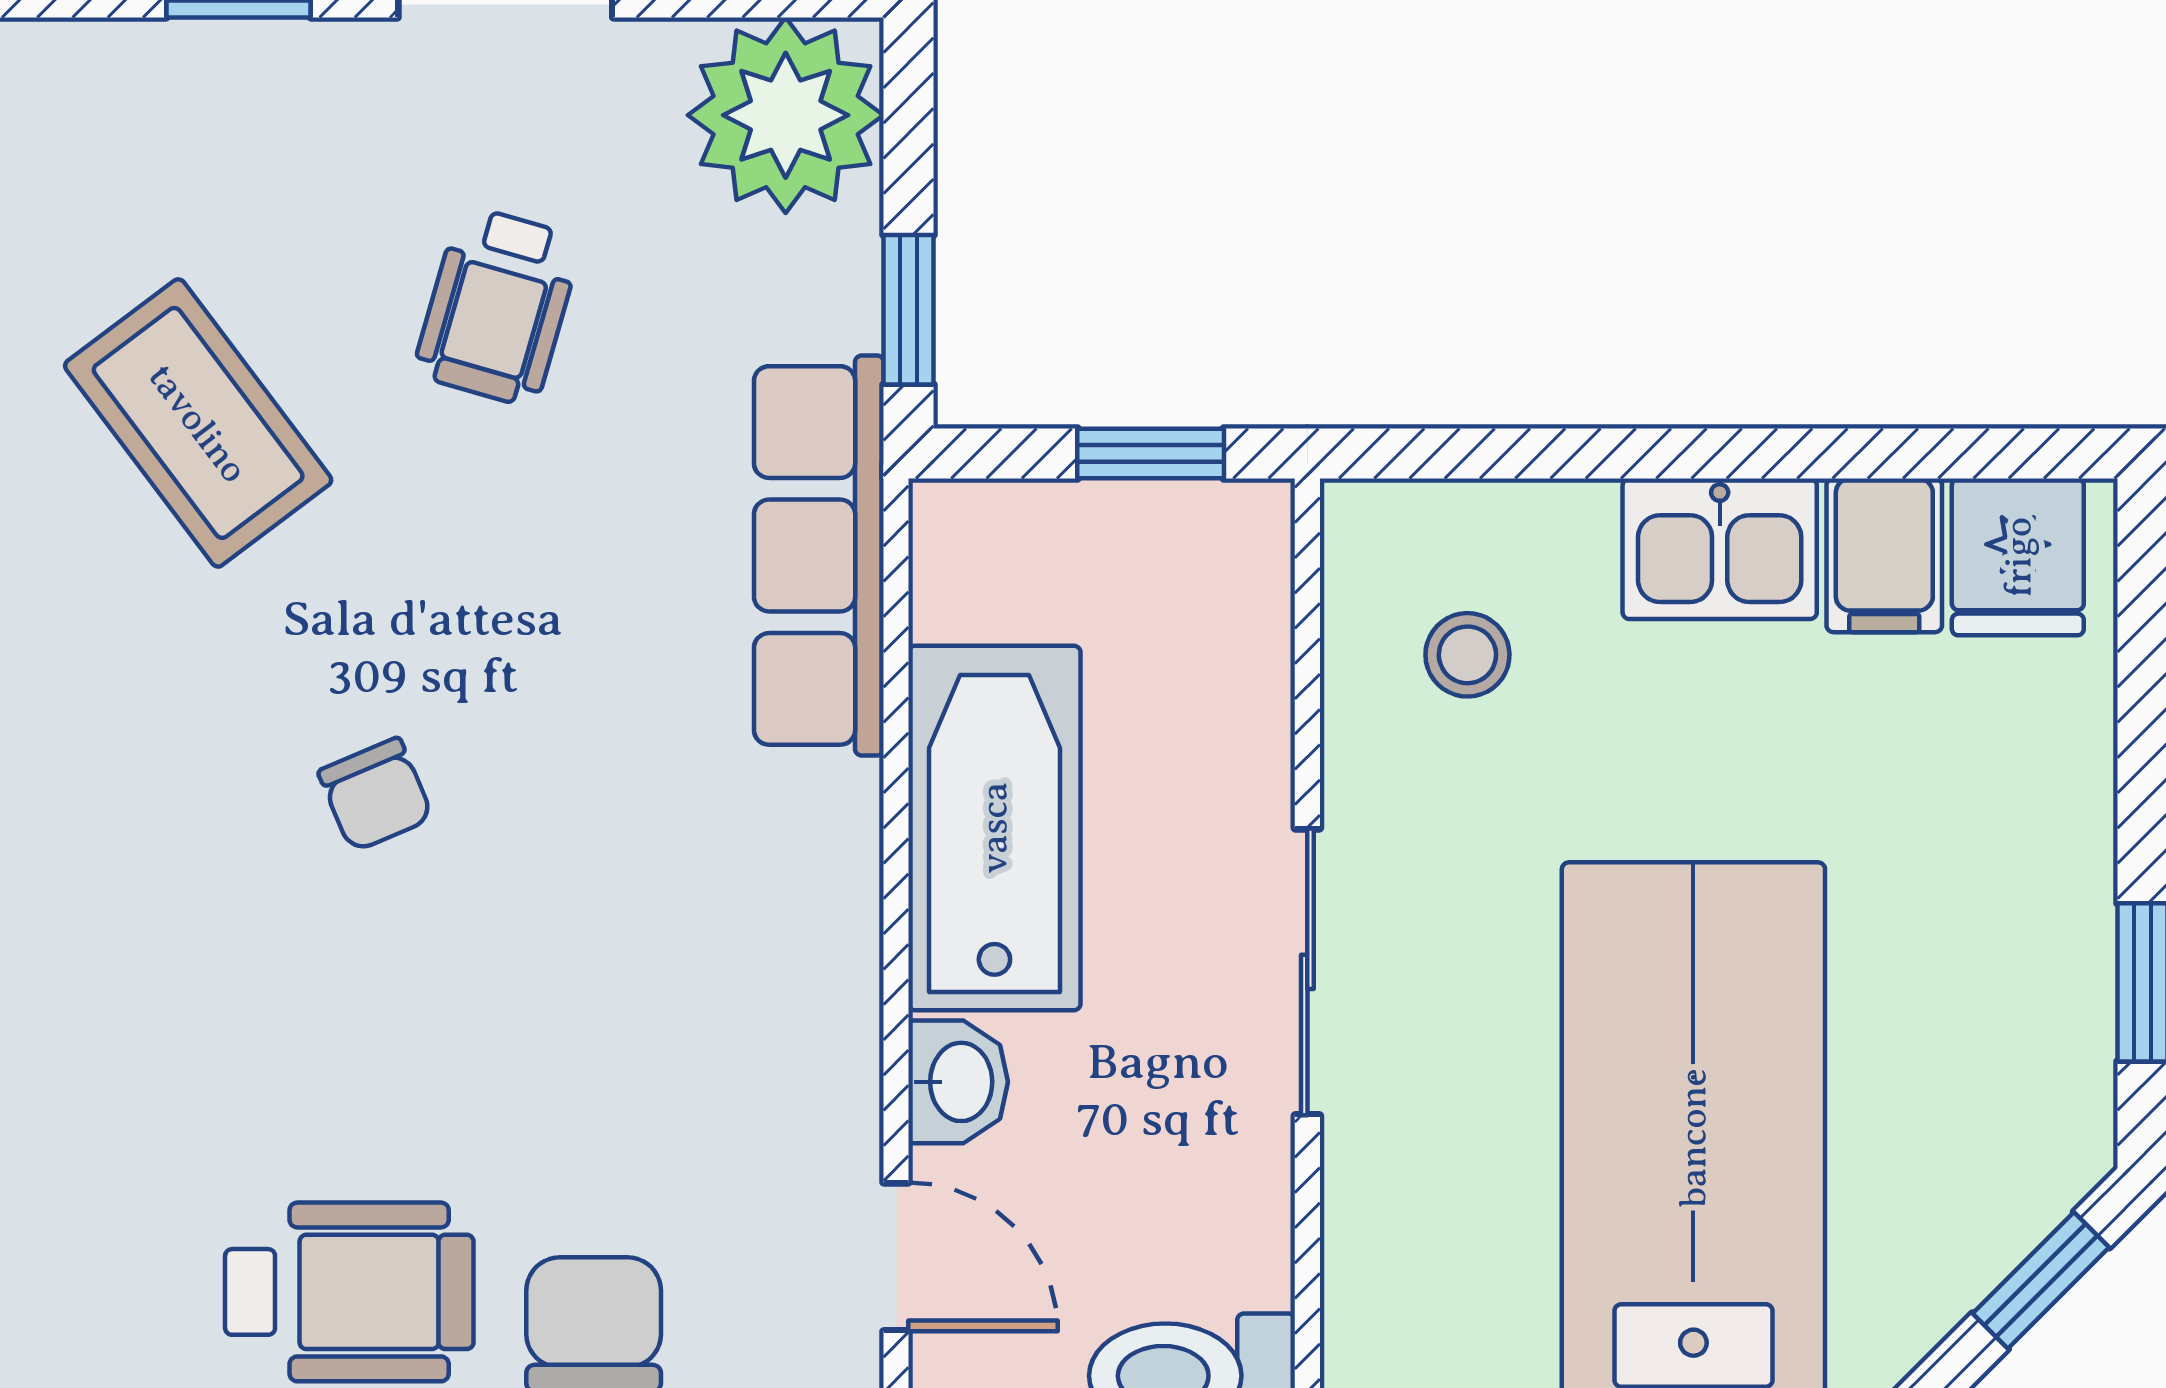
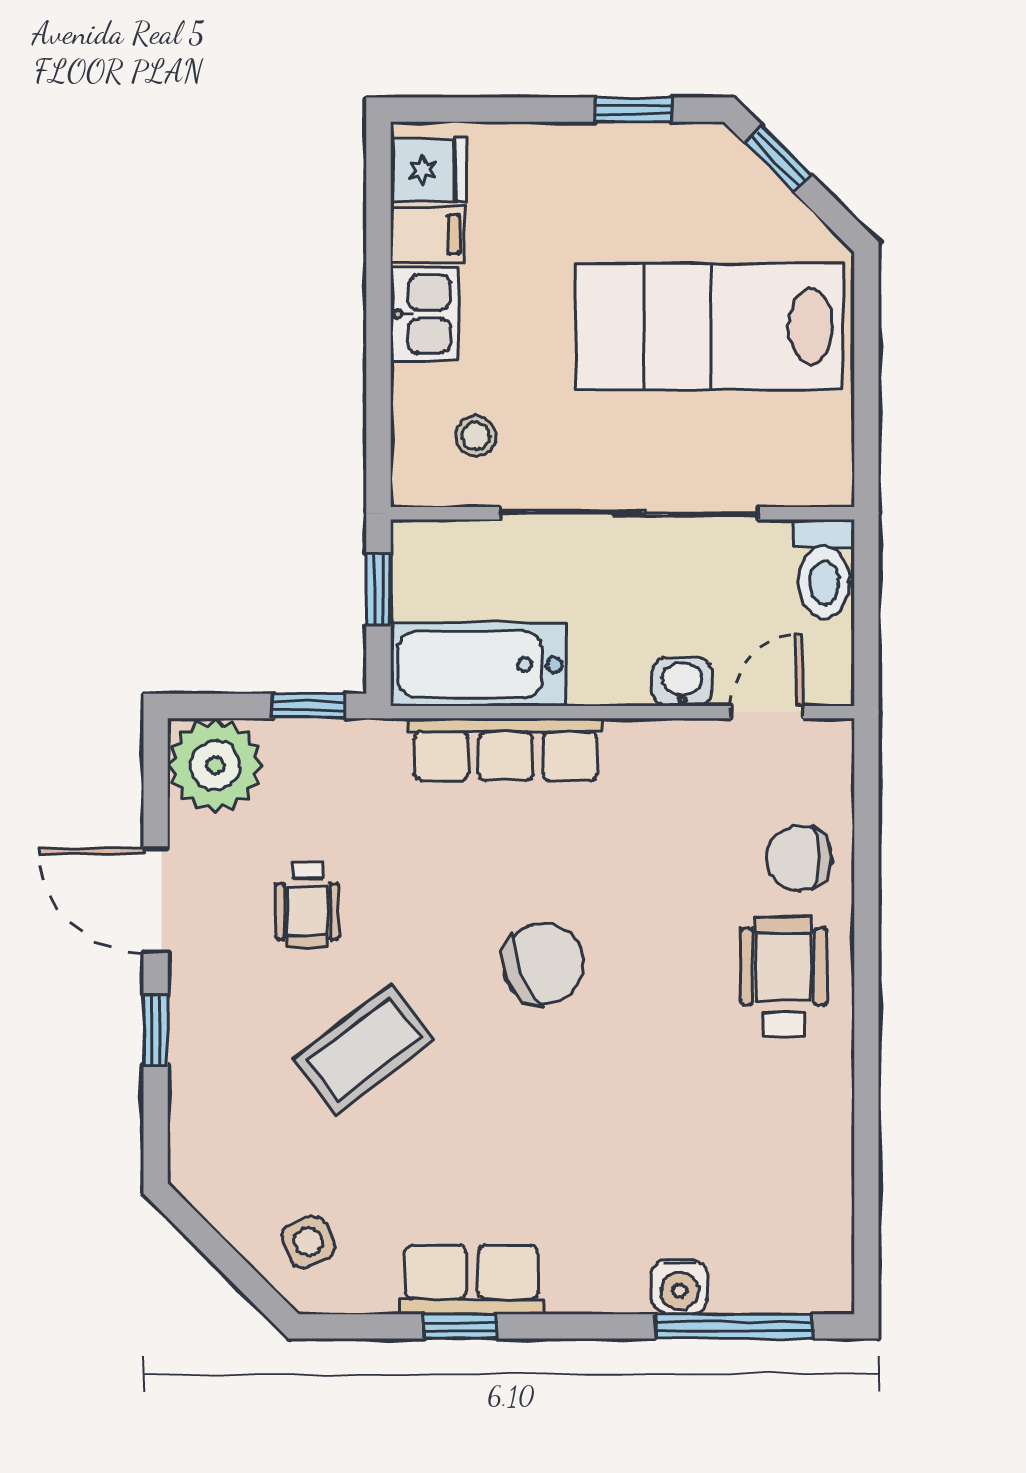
wheelchair: (498, 306) -> (307, 905), turned 74
row of seats: (819, 555) -> (506, 749), moved
chair: (375, 795) -> (543, 964), width x1.87, depth x1.87
bathtub: (994, 828) -> (479, 664), moved
sliding door: (1307, 972) -> (629, 513), width x1.86

